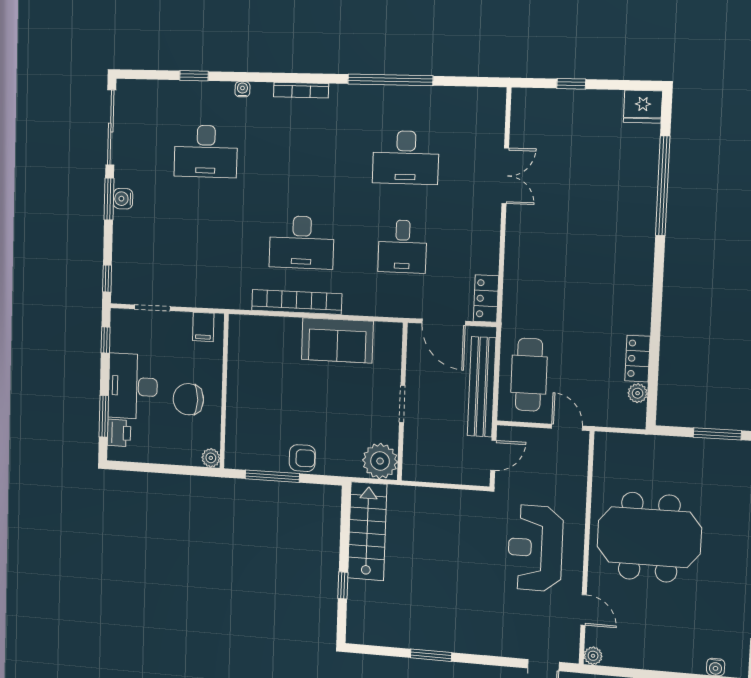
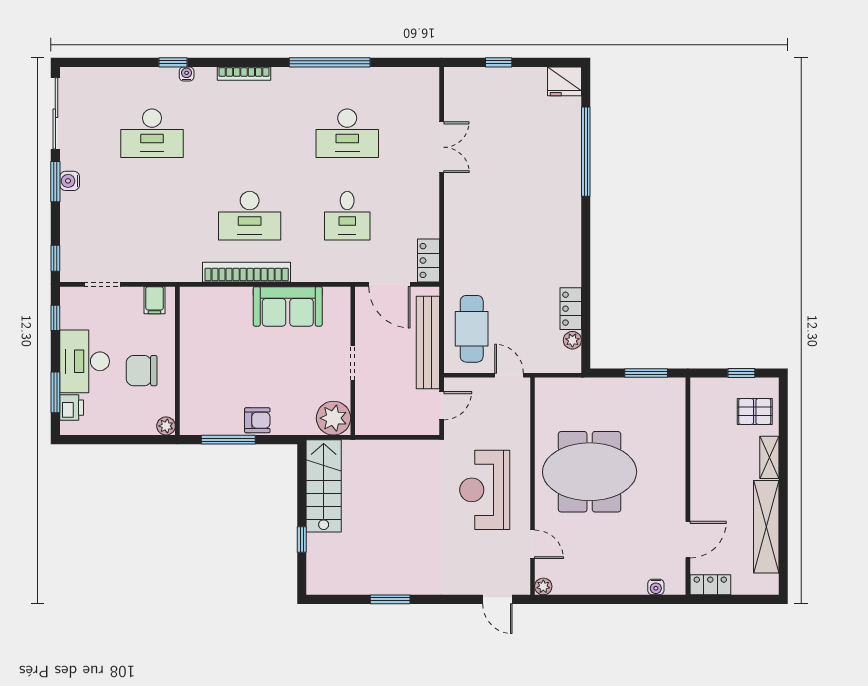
window: (194, 76) -> (173, 62), moved

